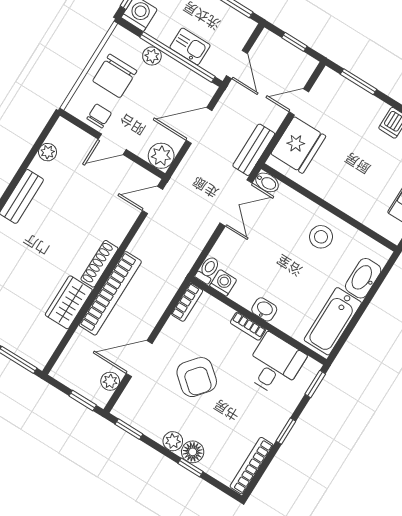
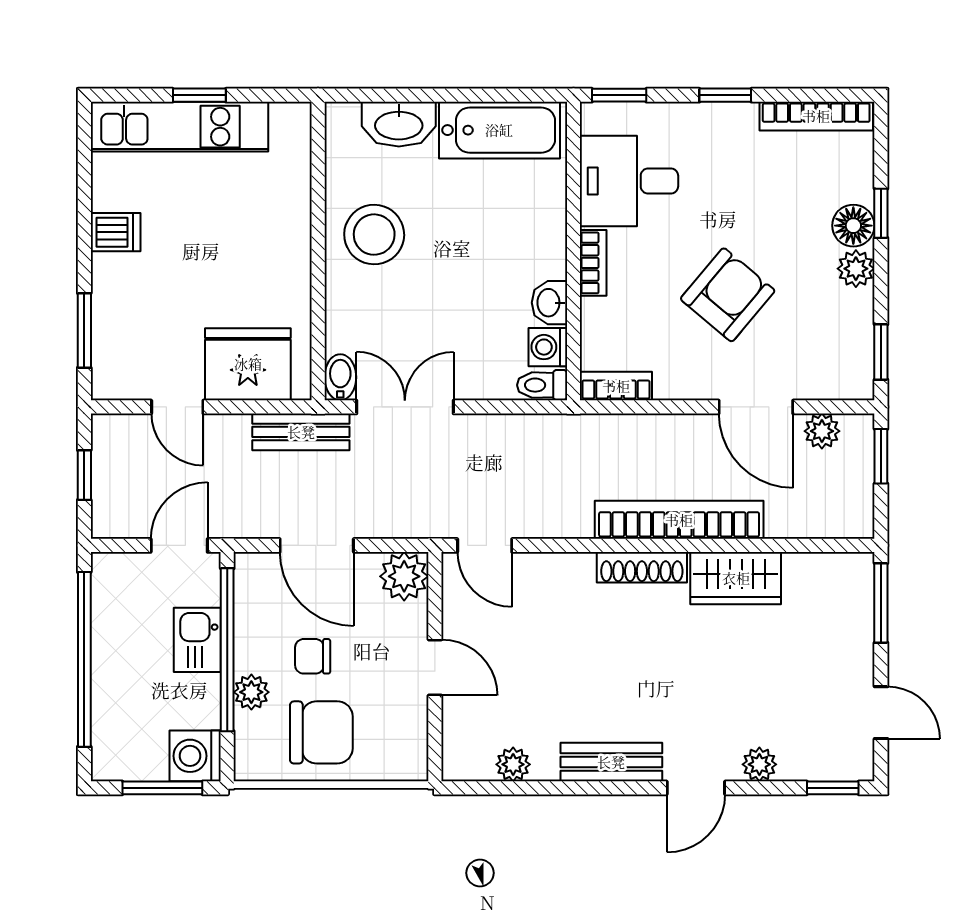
chair: (99, 116) -> (313, 656), moved
stool: (321, 237) -> (374, 235), width x1.38, depth x1.38
washbasin: (264, 309) -> (549, 303), moved

